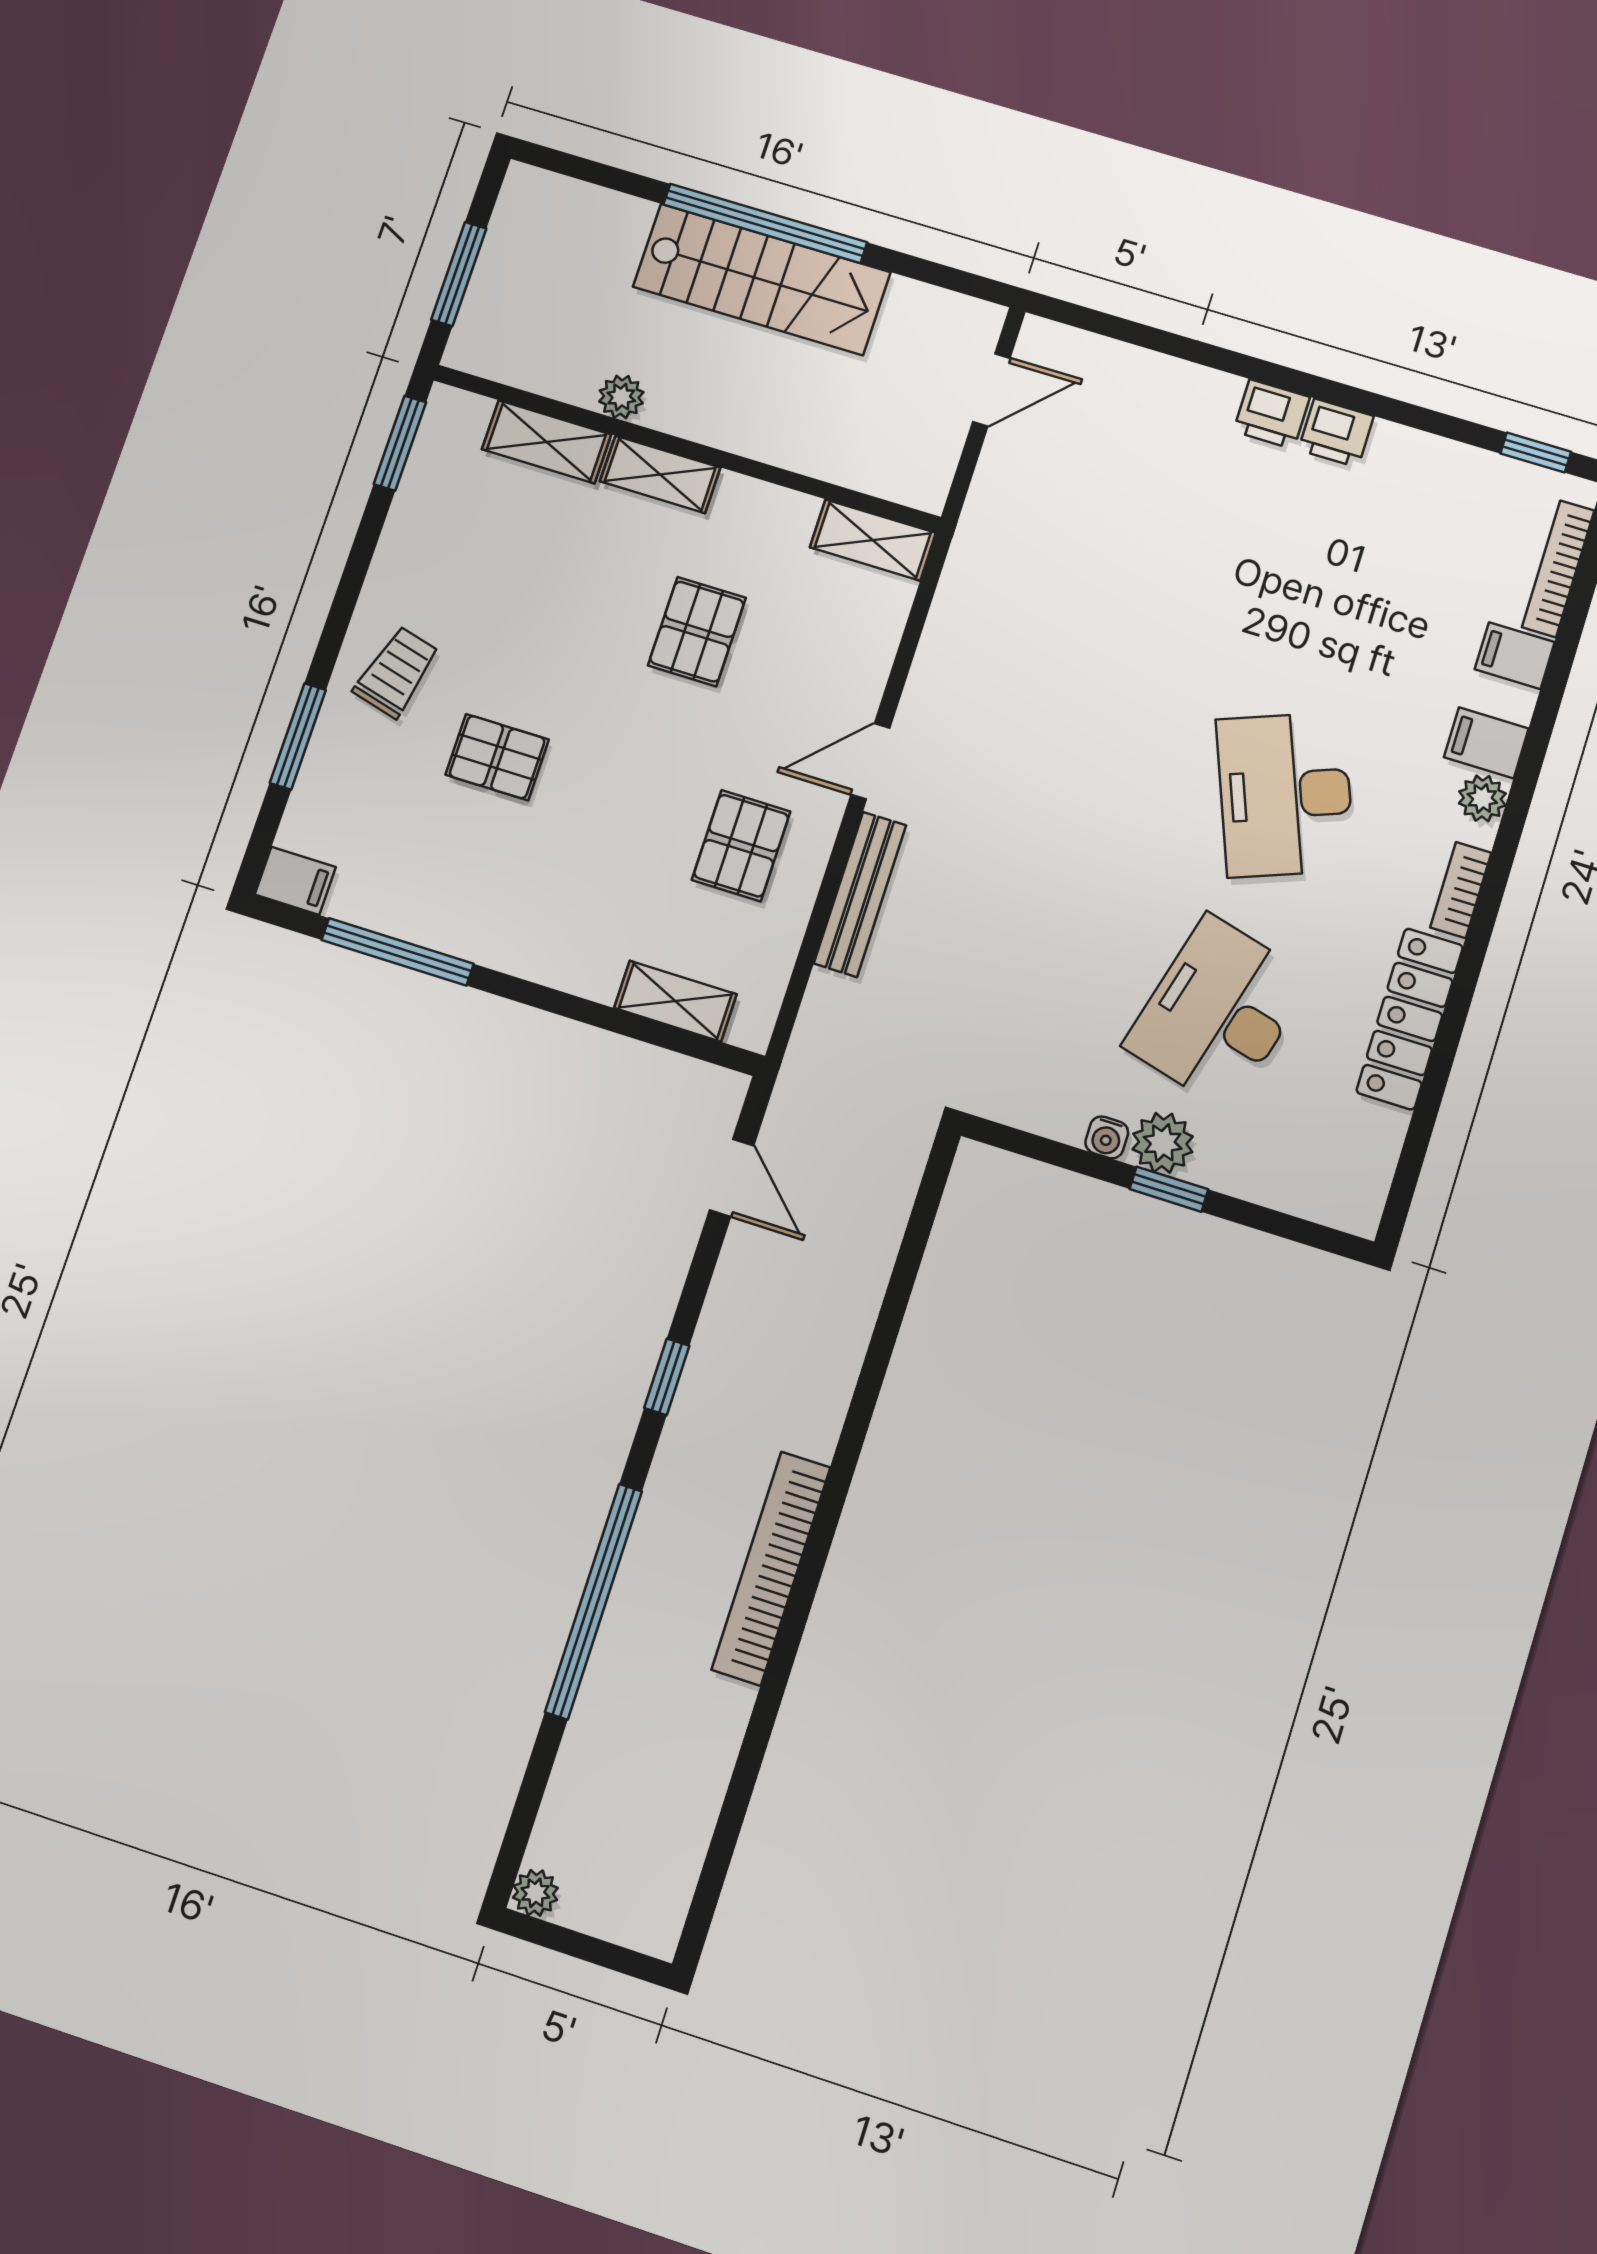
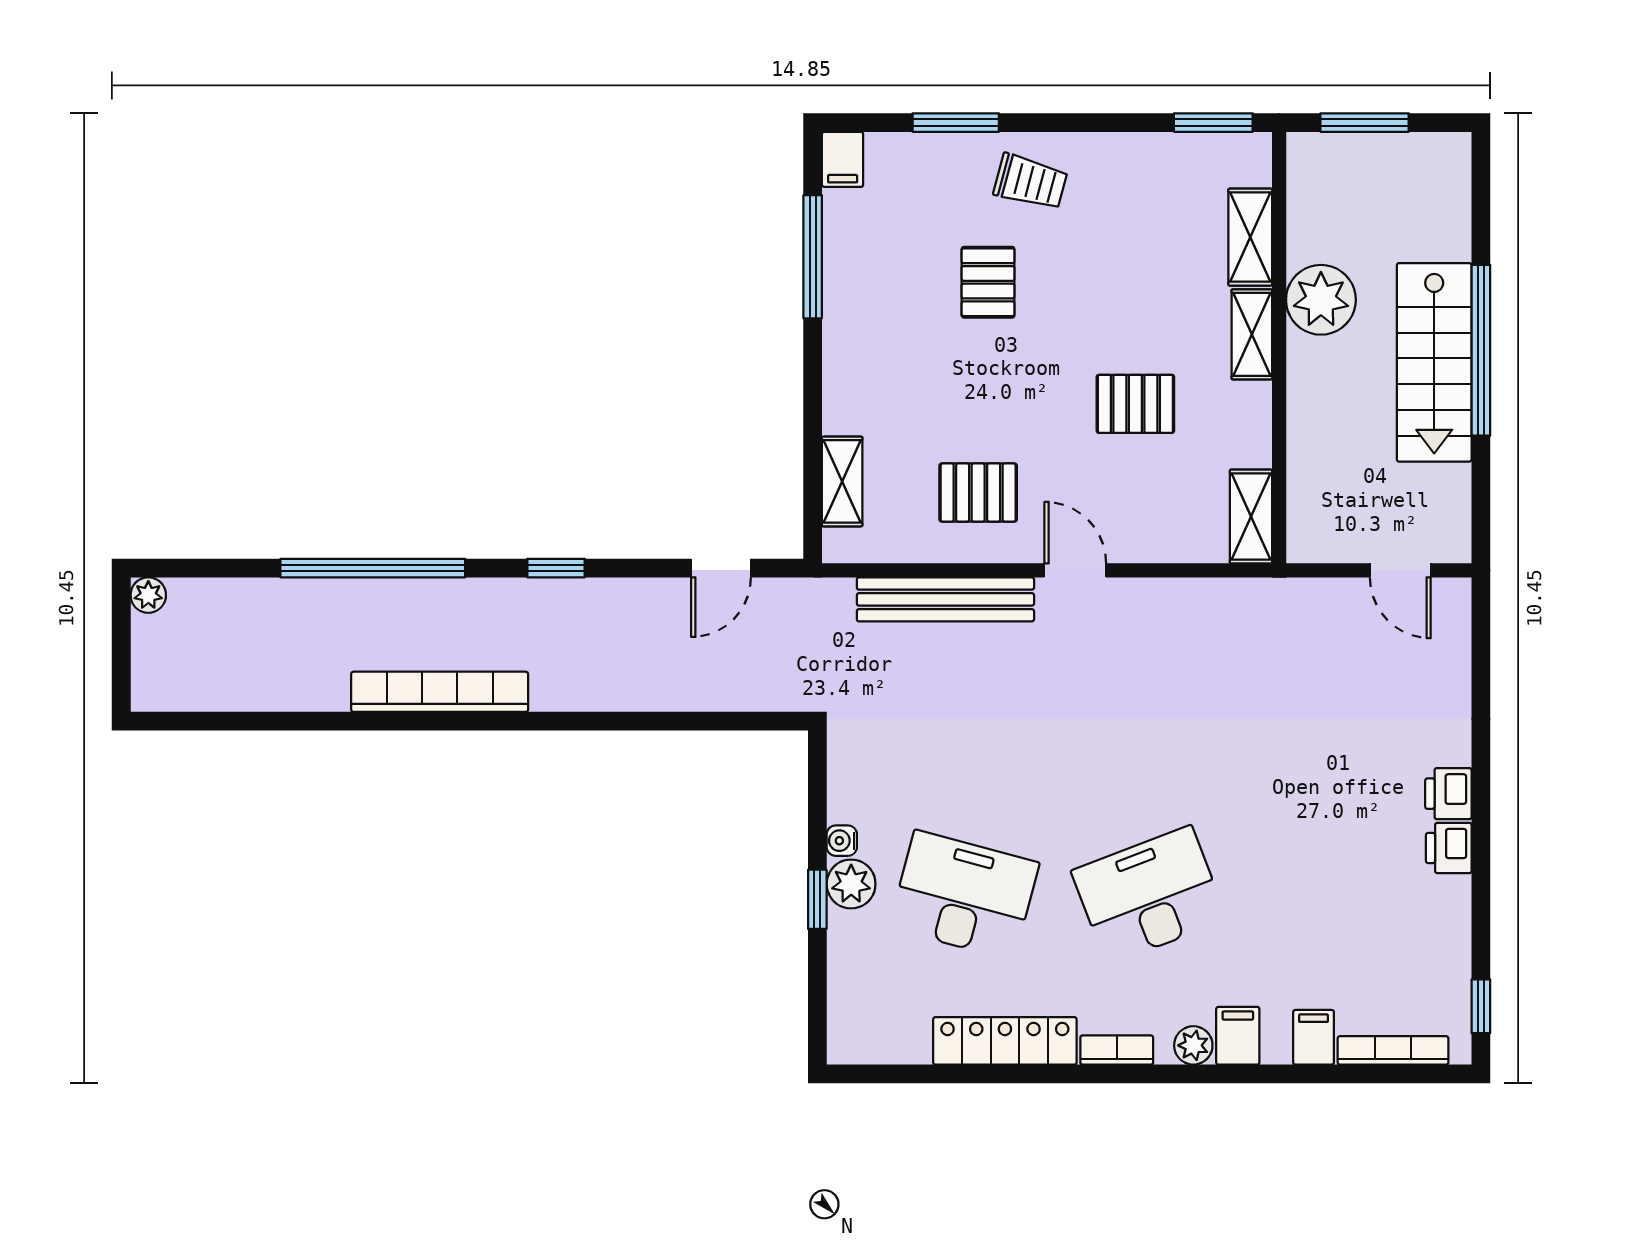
plant: (621, 397) -> (1321, 300), width x1.87, depth x1.87
bench: (860, 894) -> (945, 599), width x1.37, depth x1.21

